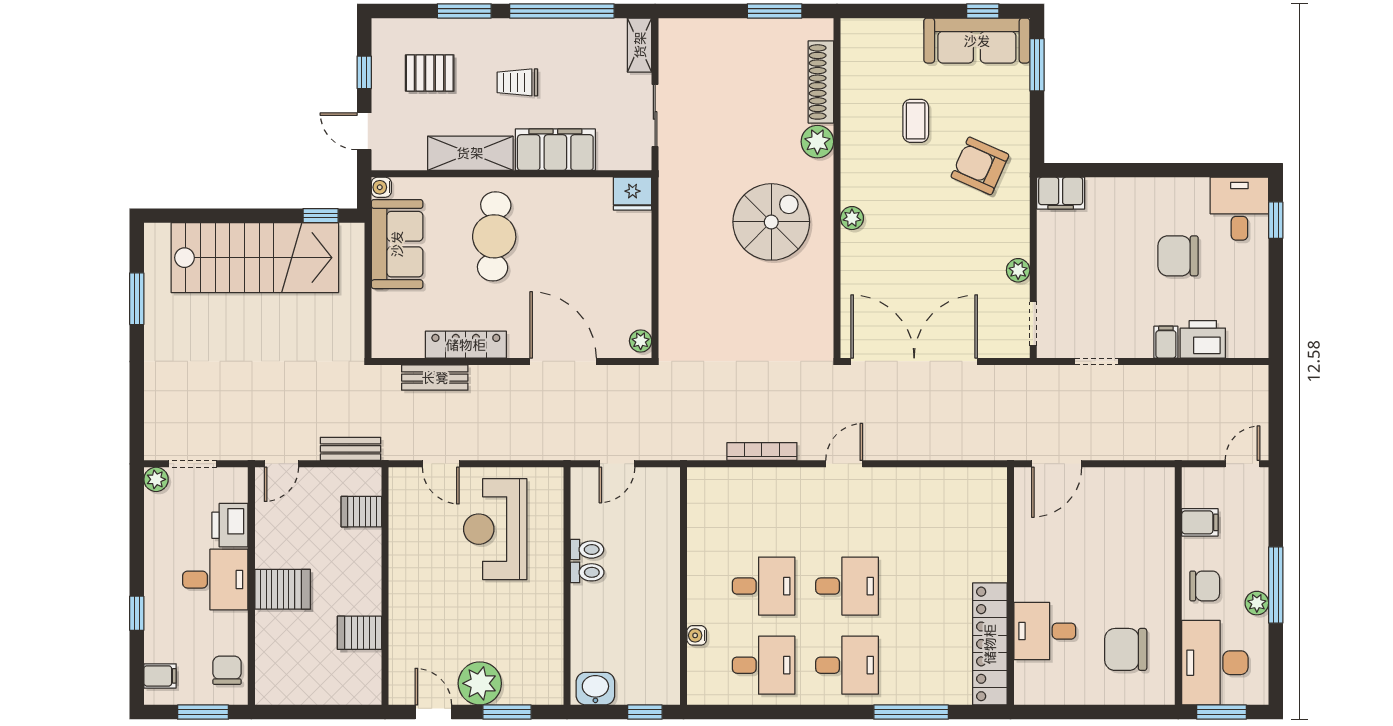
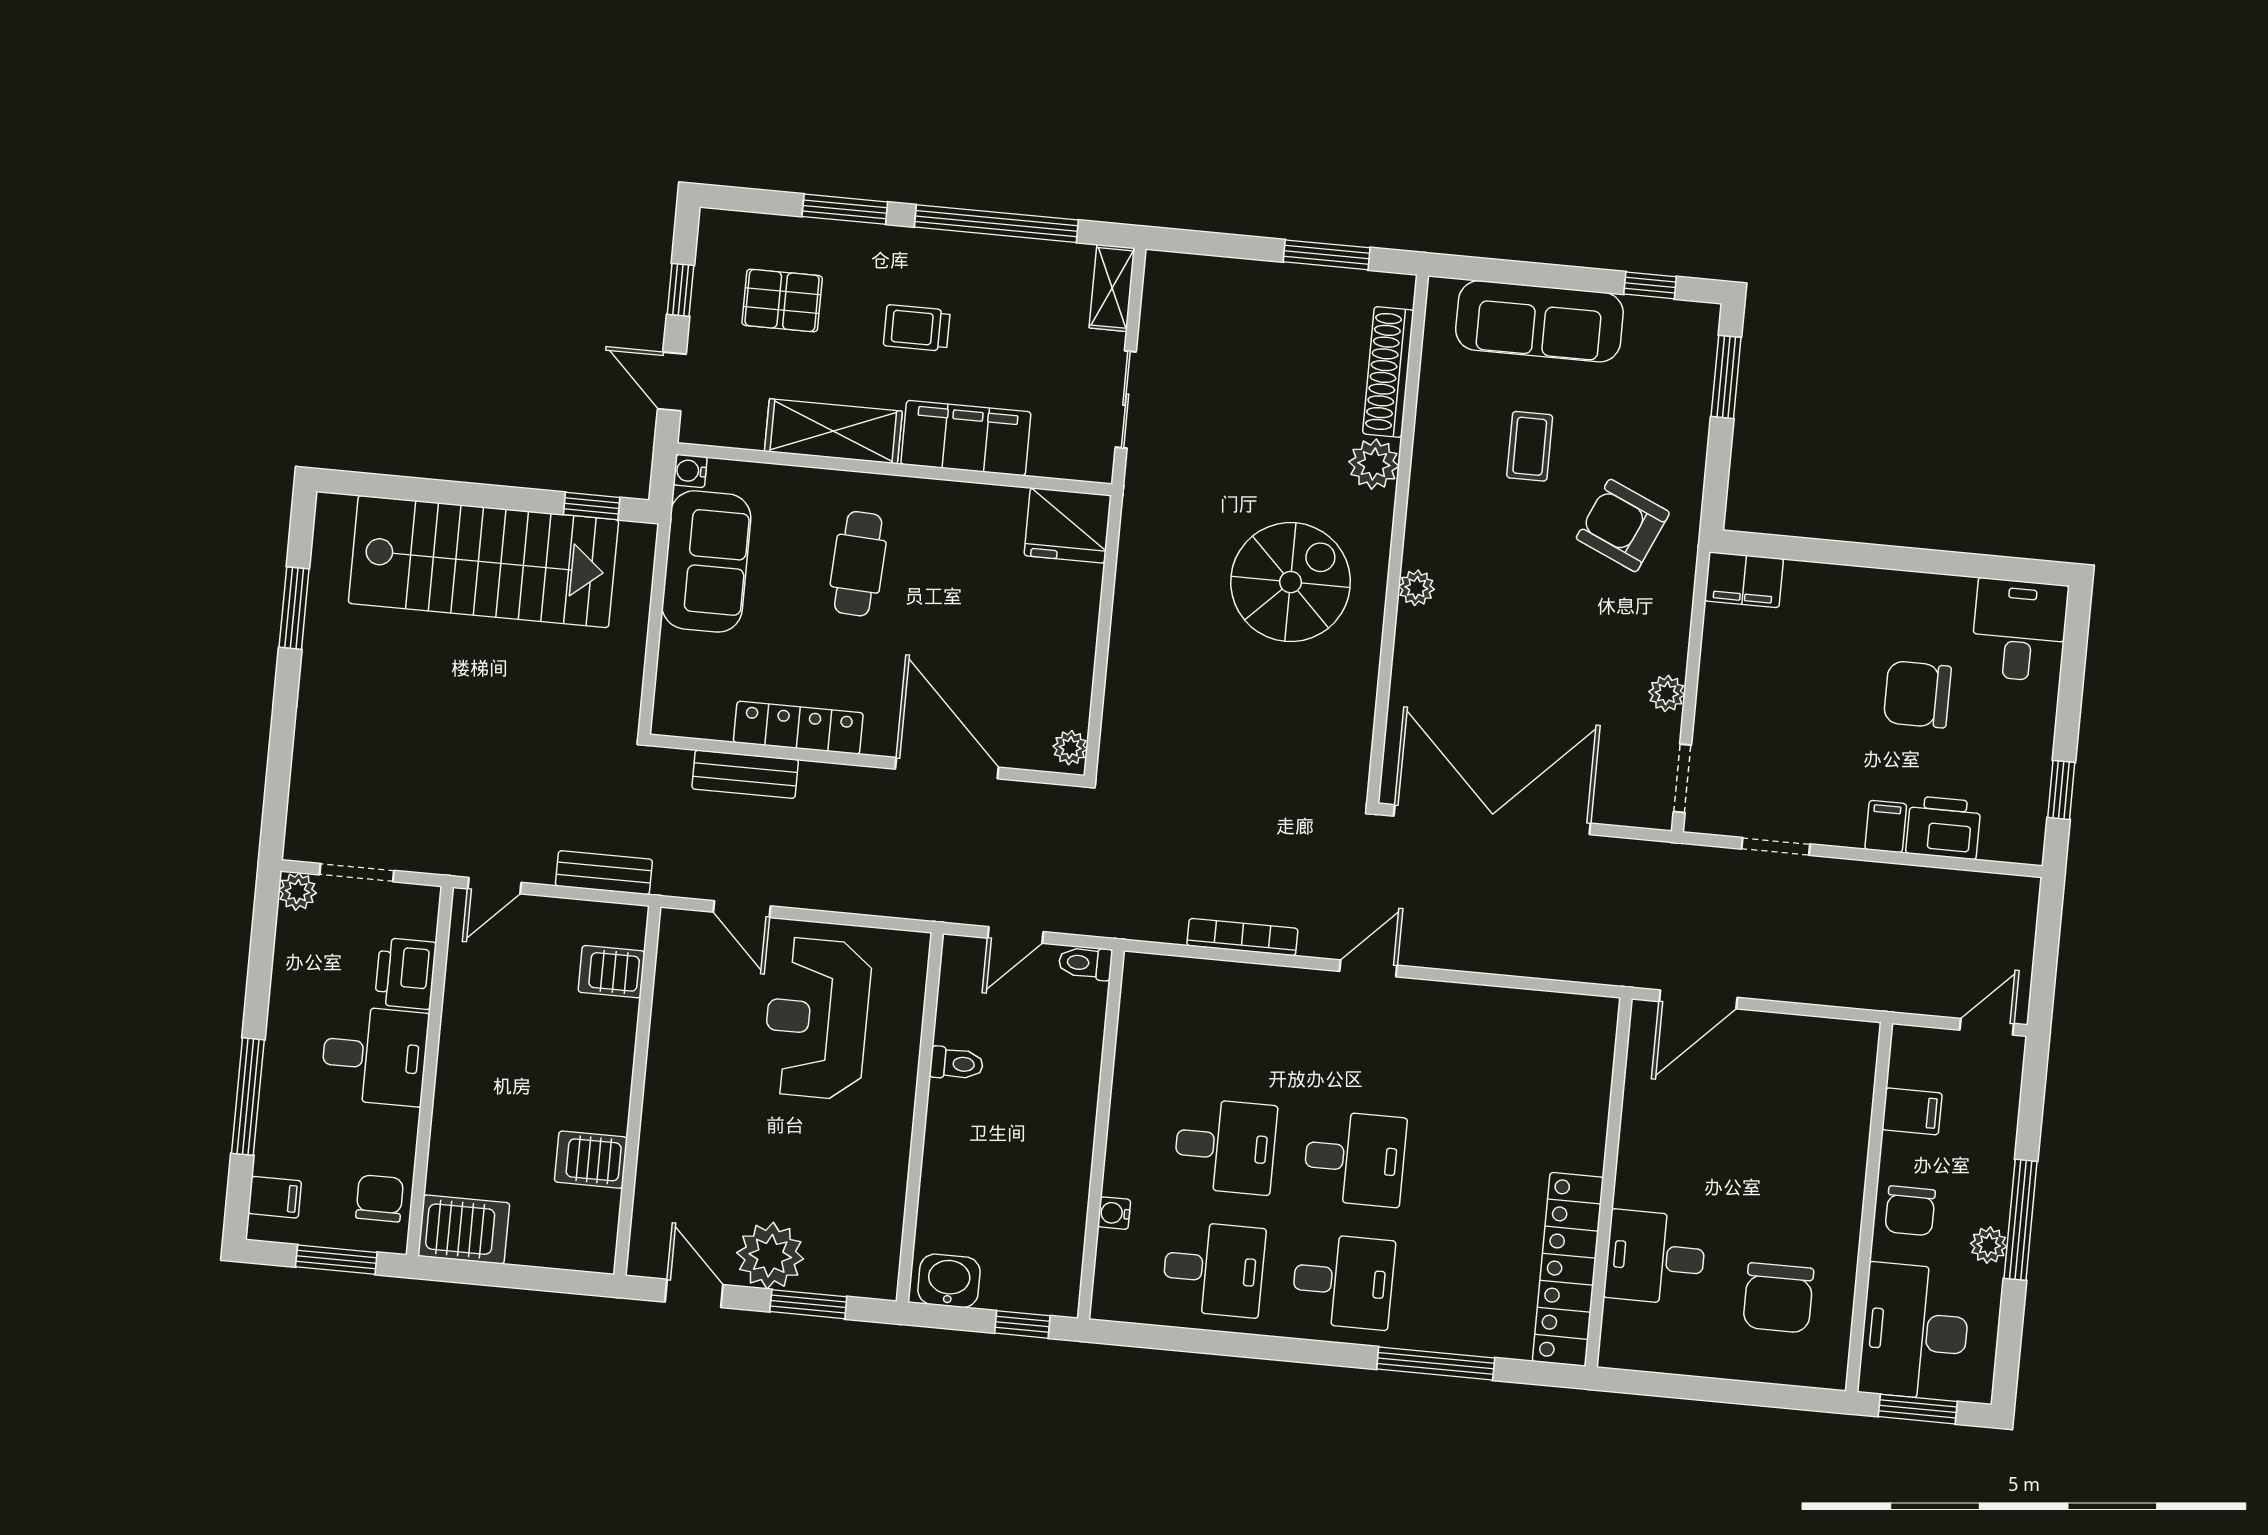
sofa: (977, 41) -> (1539, 321), moved
fridge: (633, 194) -> (1068, 525), width x1.36, depth x1.34
window: (1276, 220) -> (2061, 790), moved
cafe table: (494, 236) -> (858, 564), width x0.73, depth x0.74
toilet: (587, 572) -> (1085, 963), moved, turned 180
chair: (1205, 586) -> (1910, 1211), turned 90
server rack: (283, 589) -> (464, 1229), moved
window: (137, 613) -> (248, 1097), width x2.17
chair: (1126, 649) -> (1778, 1298), turned -90

